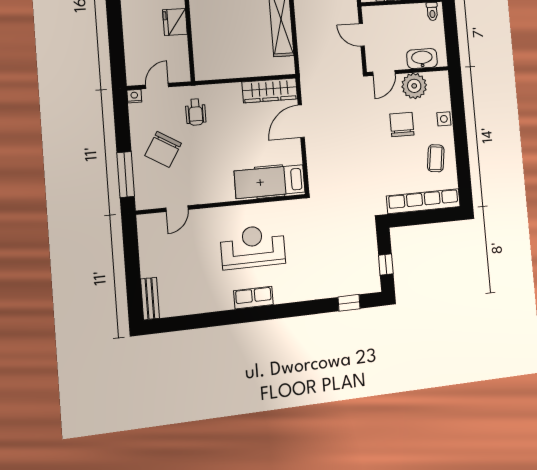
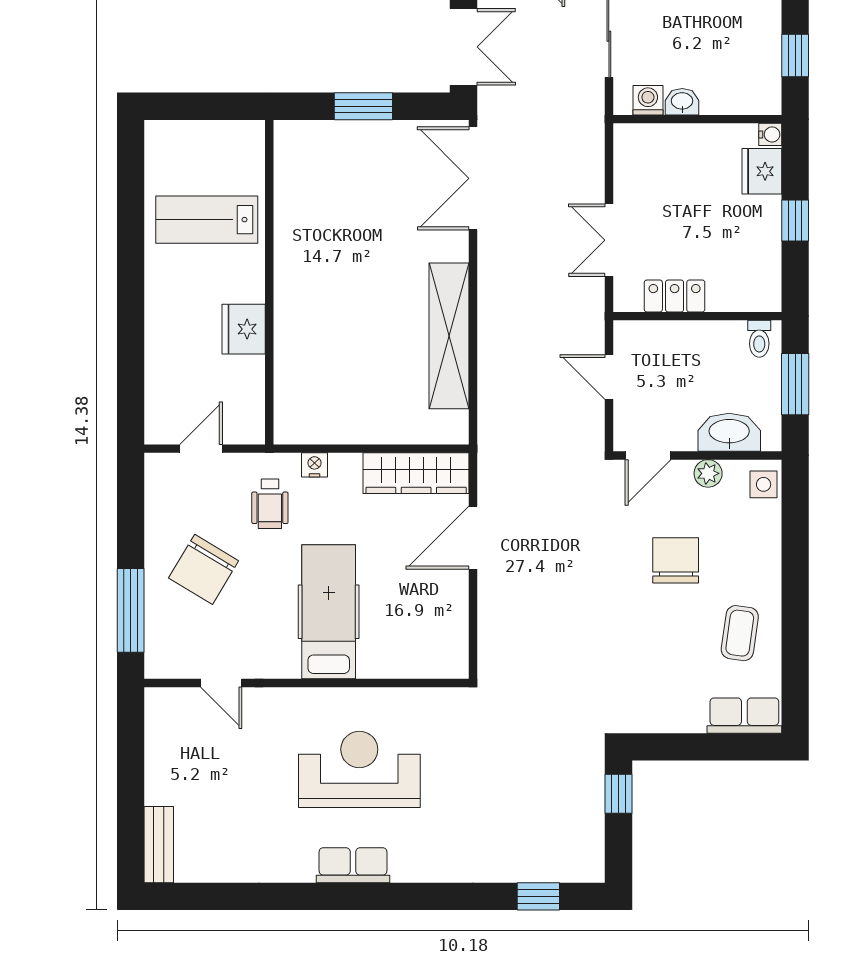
window: (451, 33) -> (795, 384), added
plant: (414, 86) -> (708, 473), width x0.53, depth x0.53
nightstand: (134, 96) -> (314, 465), moved
side table: (444, 119) -> (764, 484), moved
hospital bed: (270, 182) -> (329, 612), moved, turned 90
row of seats: (423, 201) -> (744, 716), width x0.50
door: (177, 209) -> (221, 683), hinge flipped
window: (386, 265) -> (618, 794), moved

